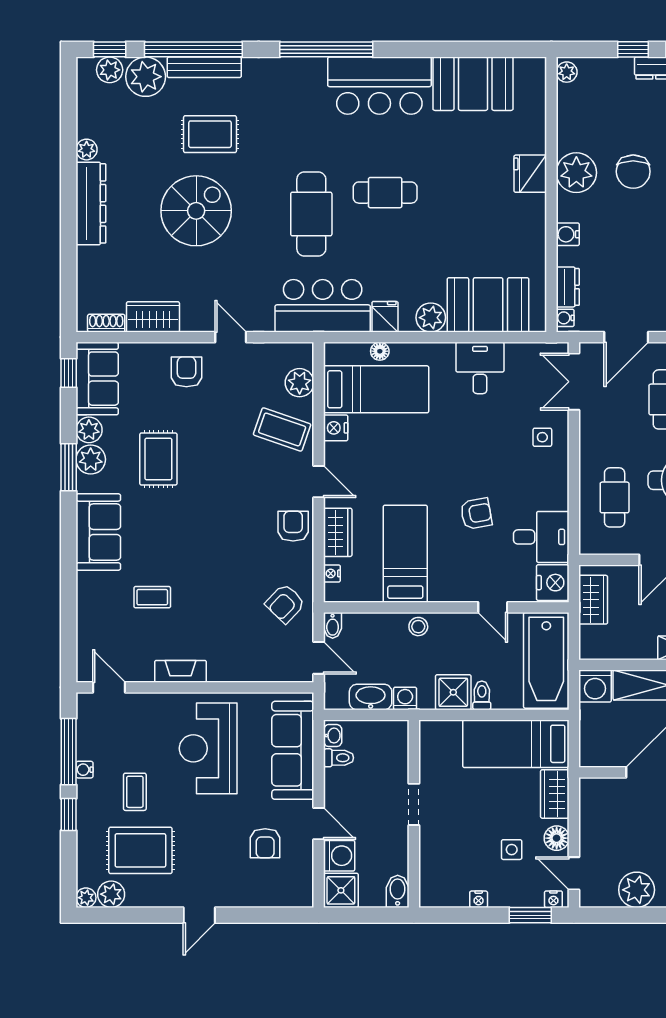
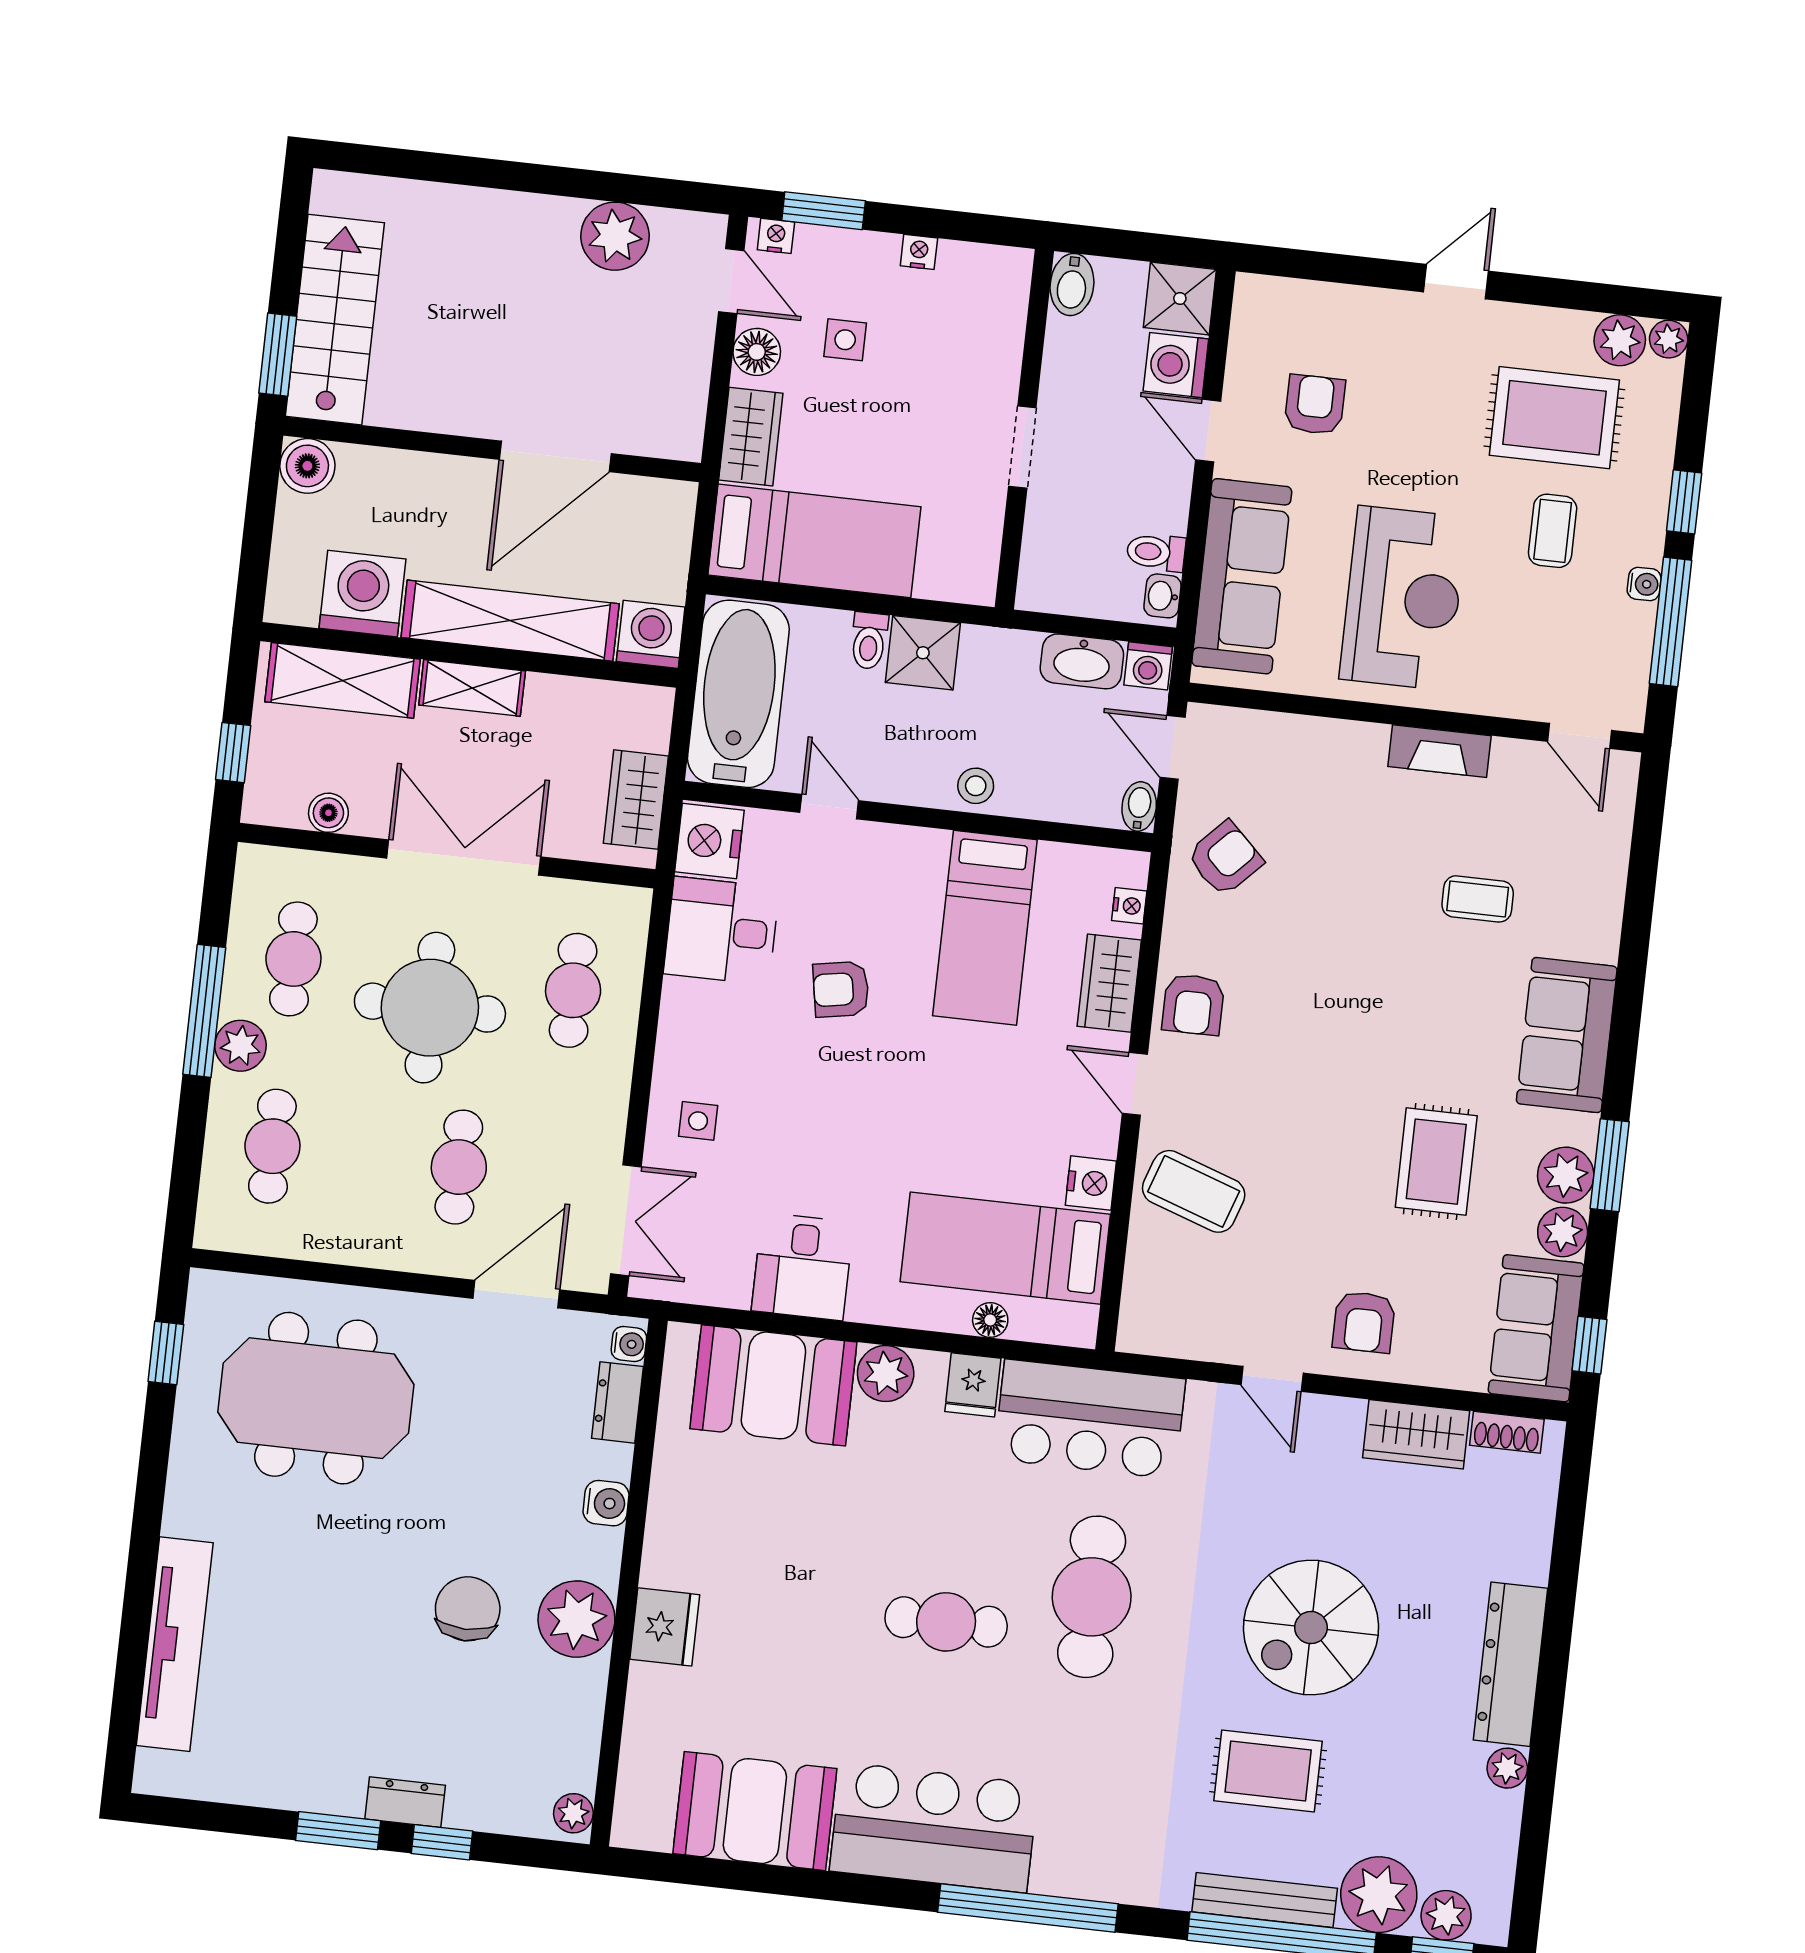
plant: (300, 383) -> (1150, 1277), removed
washing machine: (405, 699) -> (1148, 666), moved

